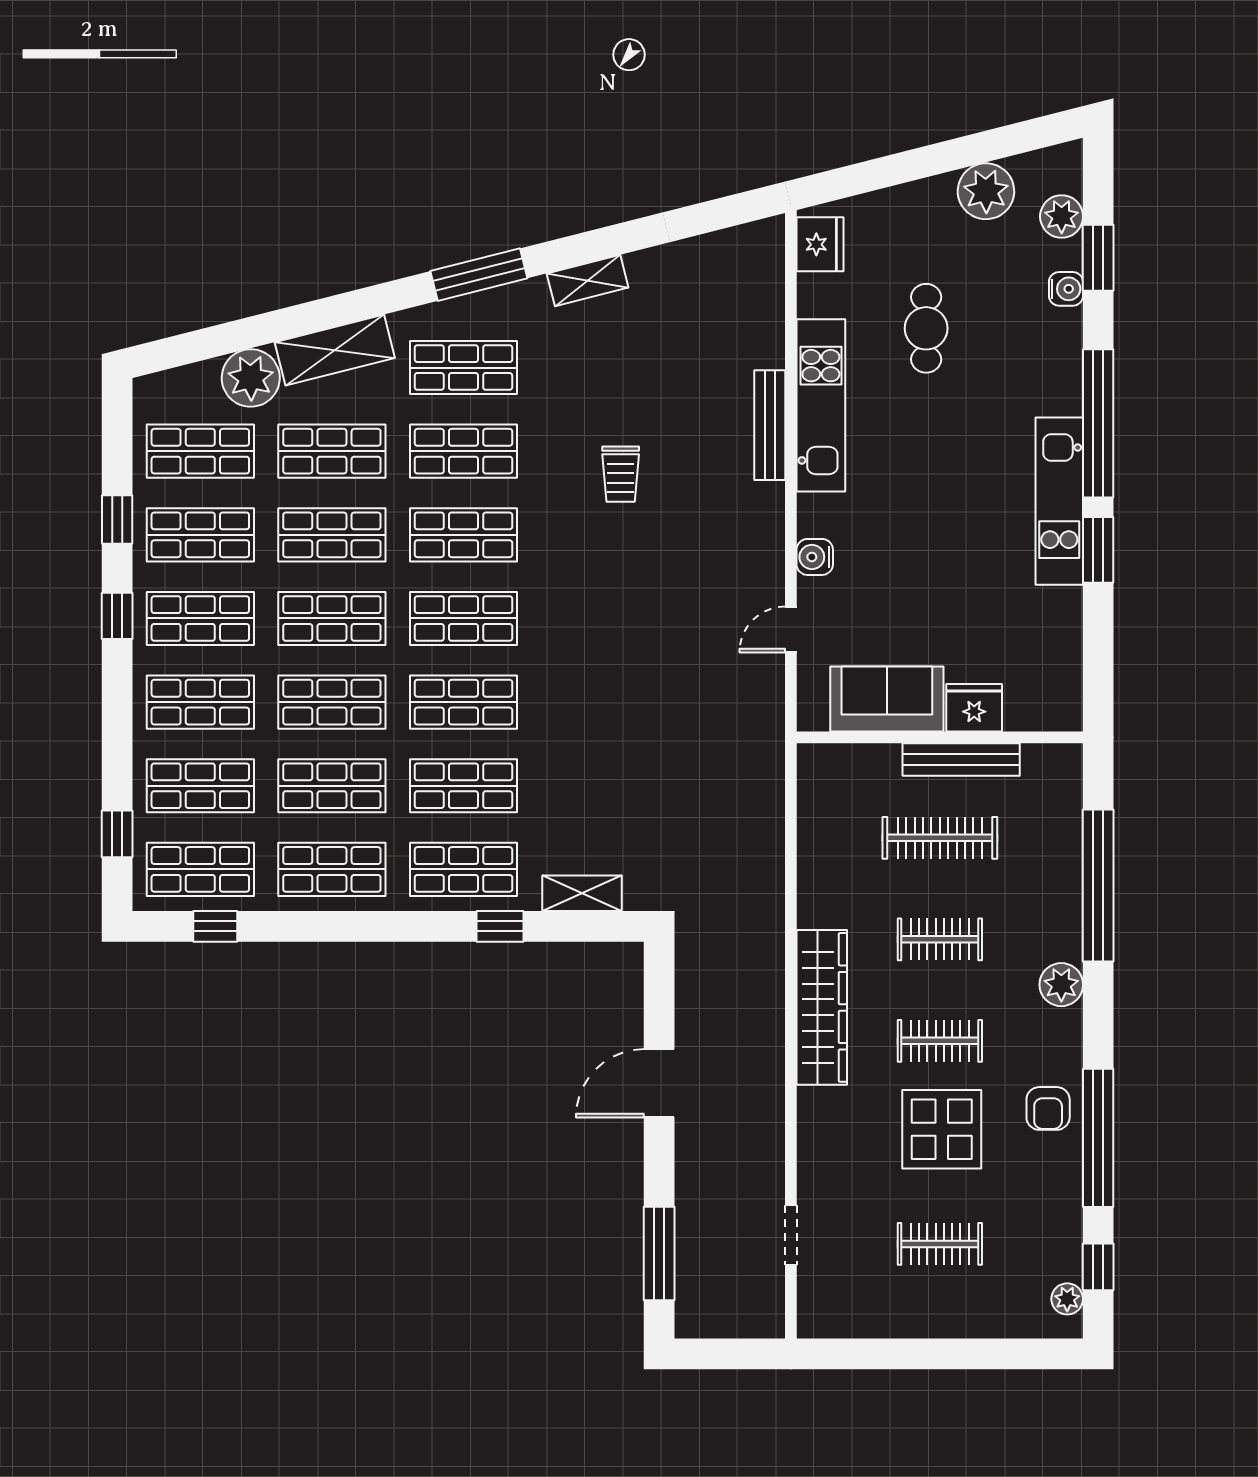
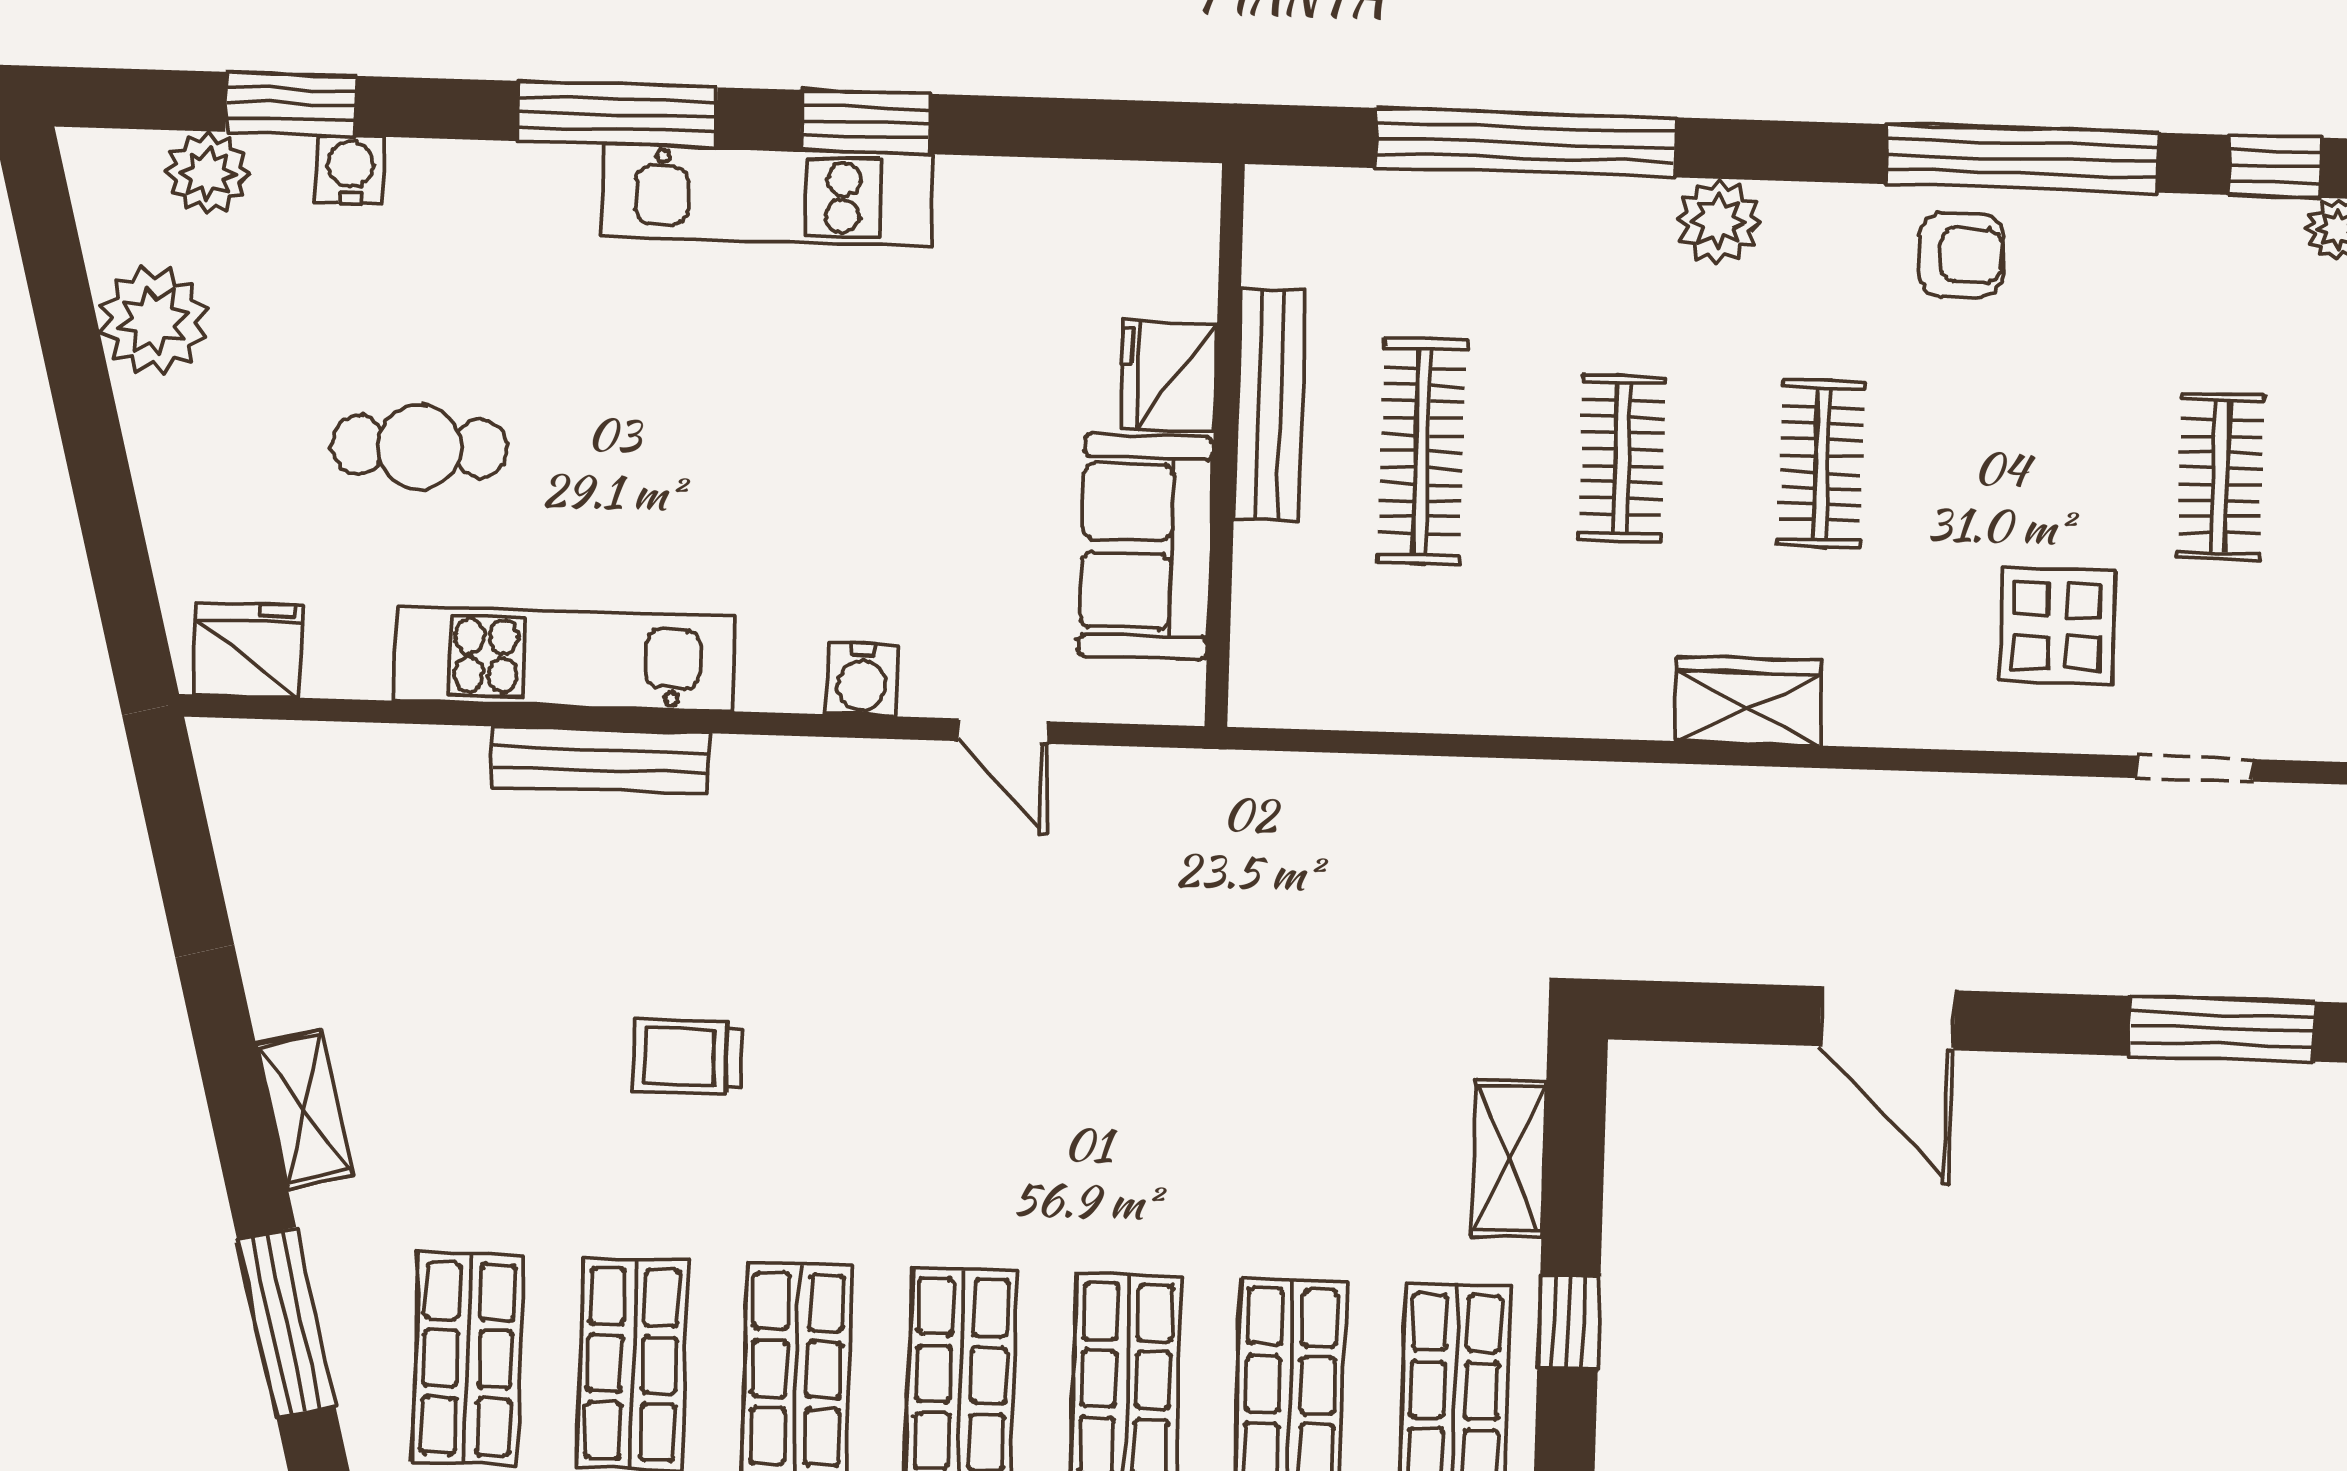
window: (1098, 423) -> (617, 114), width x0.68
trolley: (621, 474) -> (687, 1056), turned 180
wardrobe: (822, 1007) -> (1748, 701), width x0.48, depth x0.85
display table: (942, 1129) -> (2057, 626), moved, width x0.73, depth x0.73

